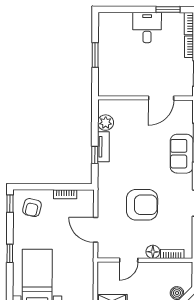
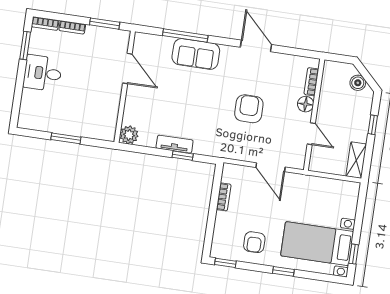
plant: (106, 123) -> (129, 135), moved
armchair: (142, 205) -> (249, 109), width x0.73, depth x0.73
armchair: (32, 208) -> (254, 242), moved, turned 77
door: (96, 230) -> (270, 167), hinge flipped

